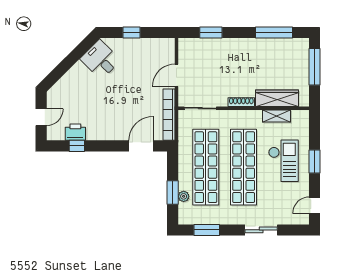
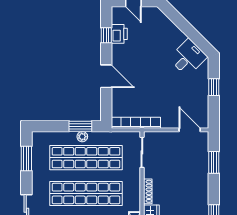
door: (176, 75) -> (190, 130), moved
door: (141, 146) -> (106, 76), moved
window: (173, 192) -> (80, 126), moved
plant: (184, 196) -> (82, 137), moved

